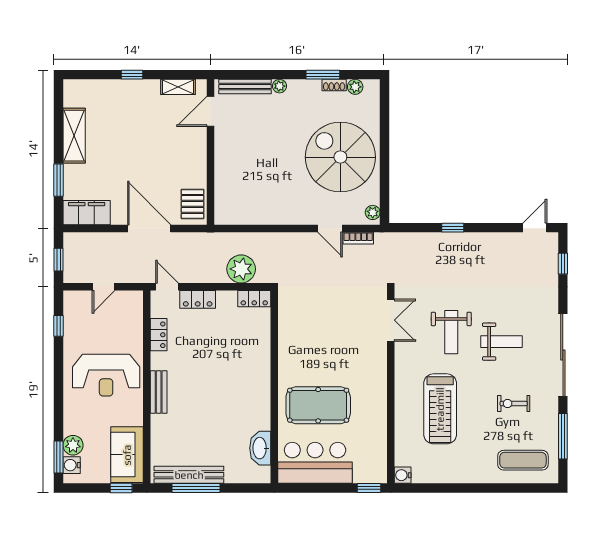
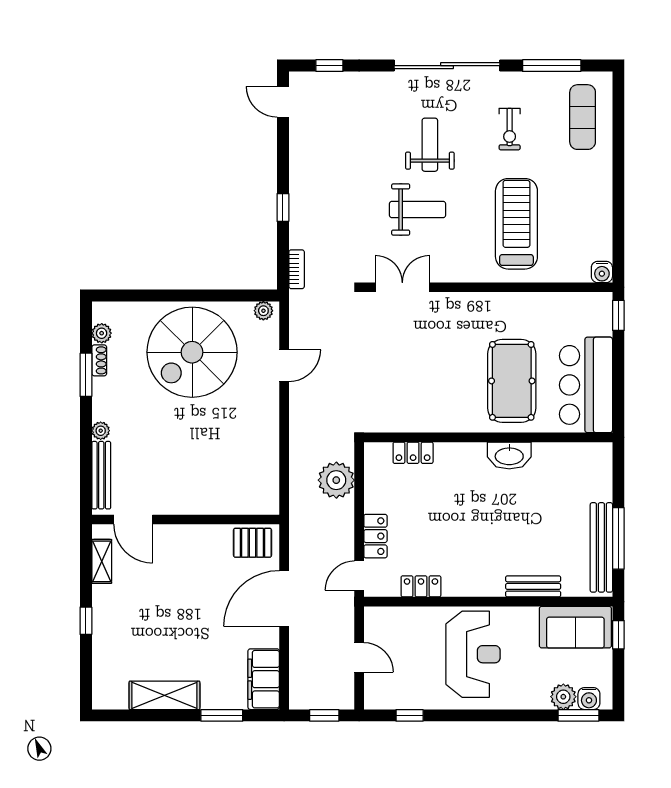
bookcase: (358, 238) -> (297, 269), moved
locker: (254, 299) -> (413, 453), moved, turned 90
bench: (159, 392) -> (533, 586), moved
treadmill: (440, 409) -> (516, 224), turned -90
washbasin: (260, 448) -> (509, 456), moved

